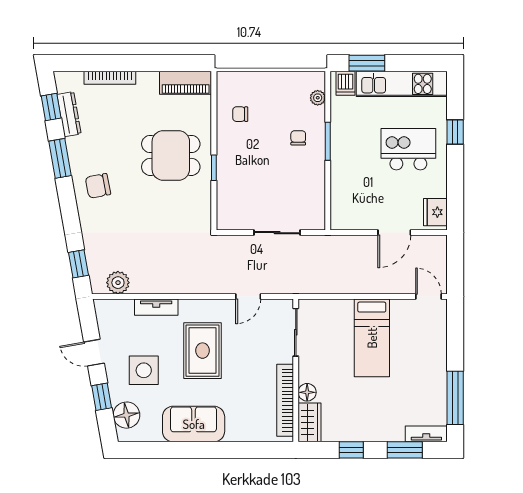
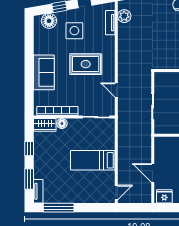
tv unit: (156, 307) -> (110, 23), moved
sofa: (194, 424) -> (44, 72), moved

